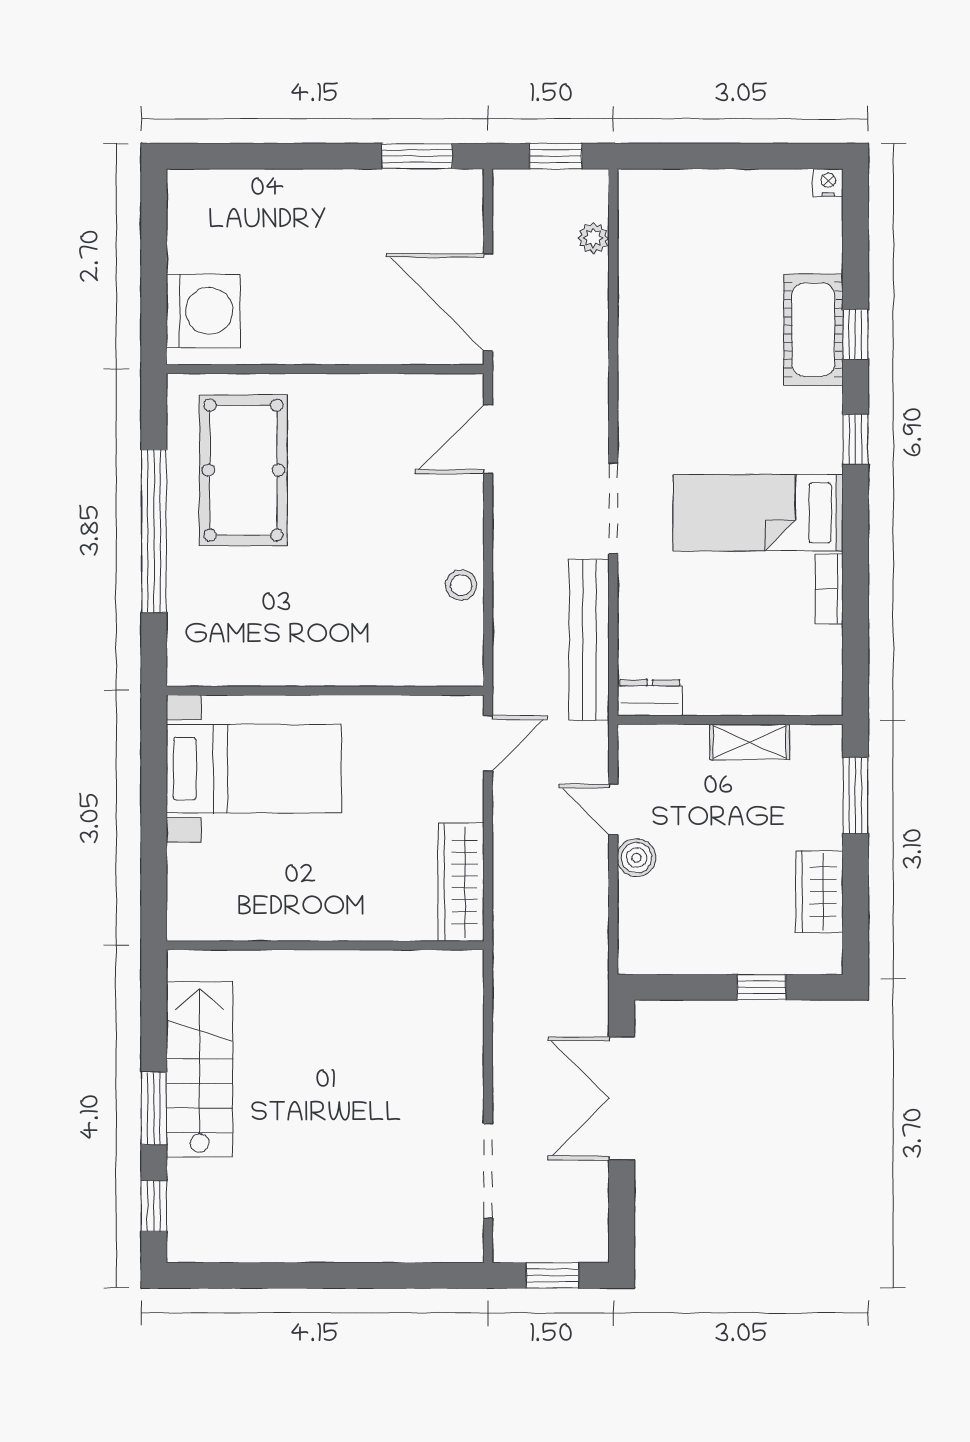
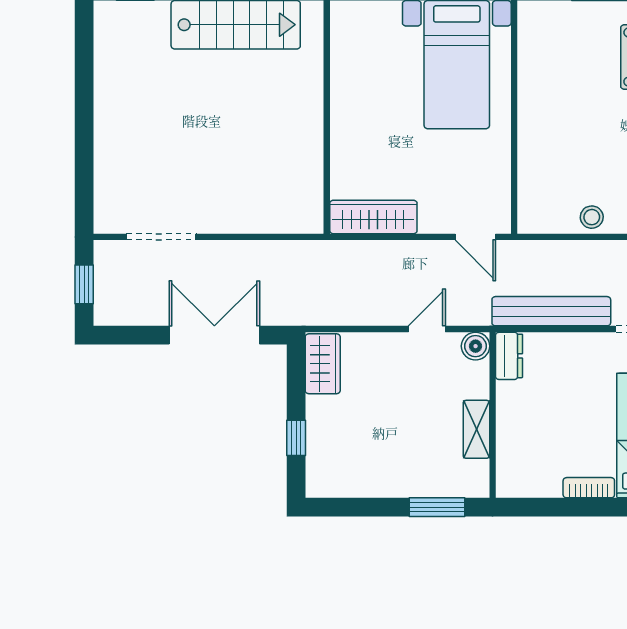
boiler: (637, 858) -> (476, 346), moved
wardrobe: (819, 892) -> (323, 364), moved, turned 90

